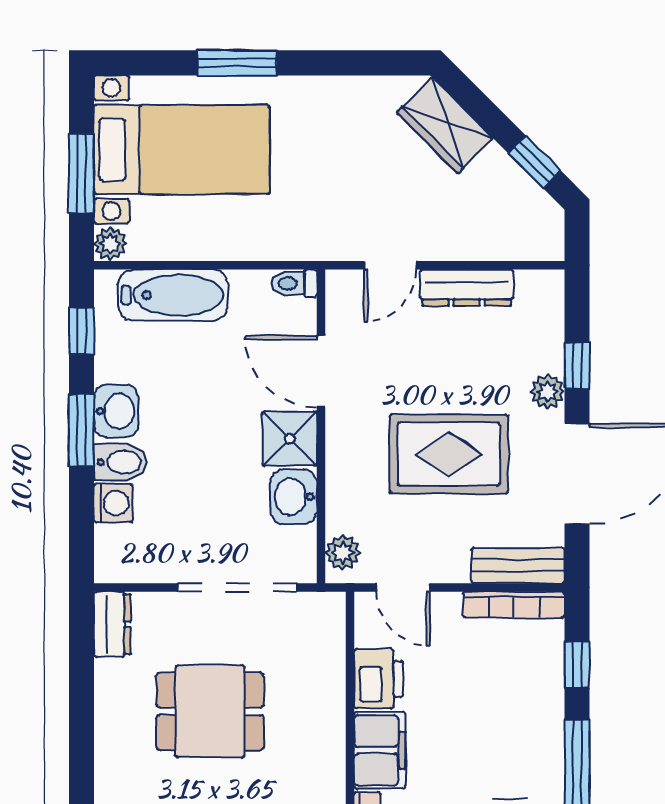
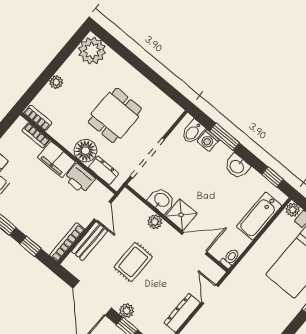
window: (81, 430) -> (225, 137), moved
rug: (449, 454) -> (133, 262), width x0.73, depth x0.70
bidet: (120, 462) -> (193, 132), moved
plant: (343, 553) -> (155, 222), moved
bench: (518, 565) -> (89, 241), moved
door: (403, 587) -> (103, 211), swing flipped
dresser: (112, 624) -> (104, 170), moved, turned 180
floor lamp: (319, 711) -> (86, 151), added

